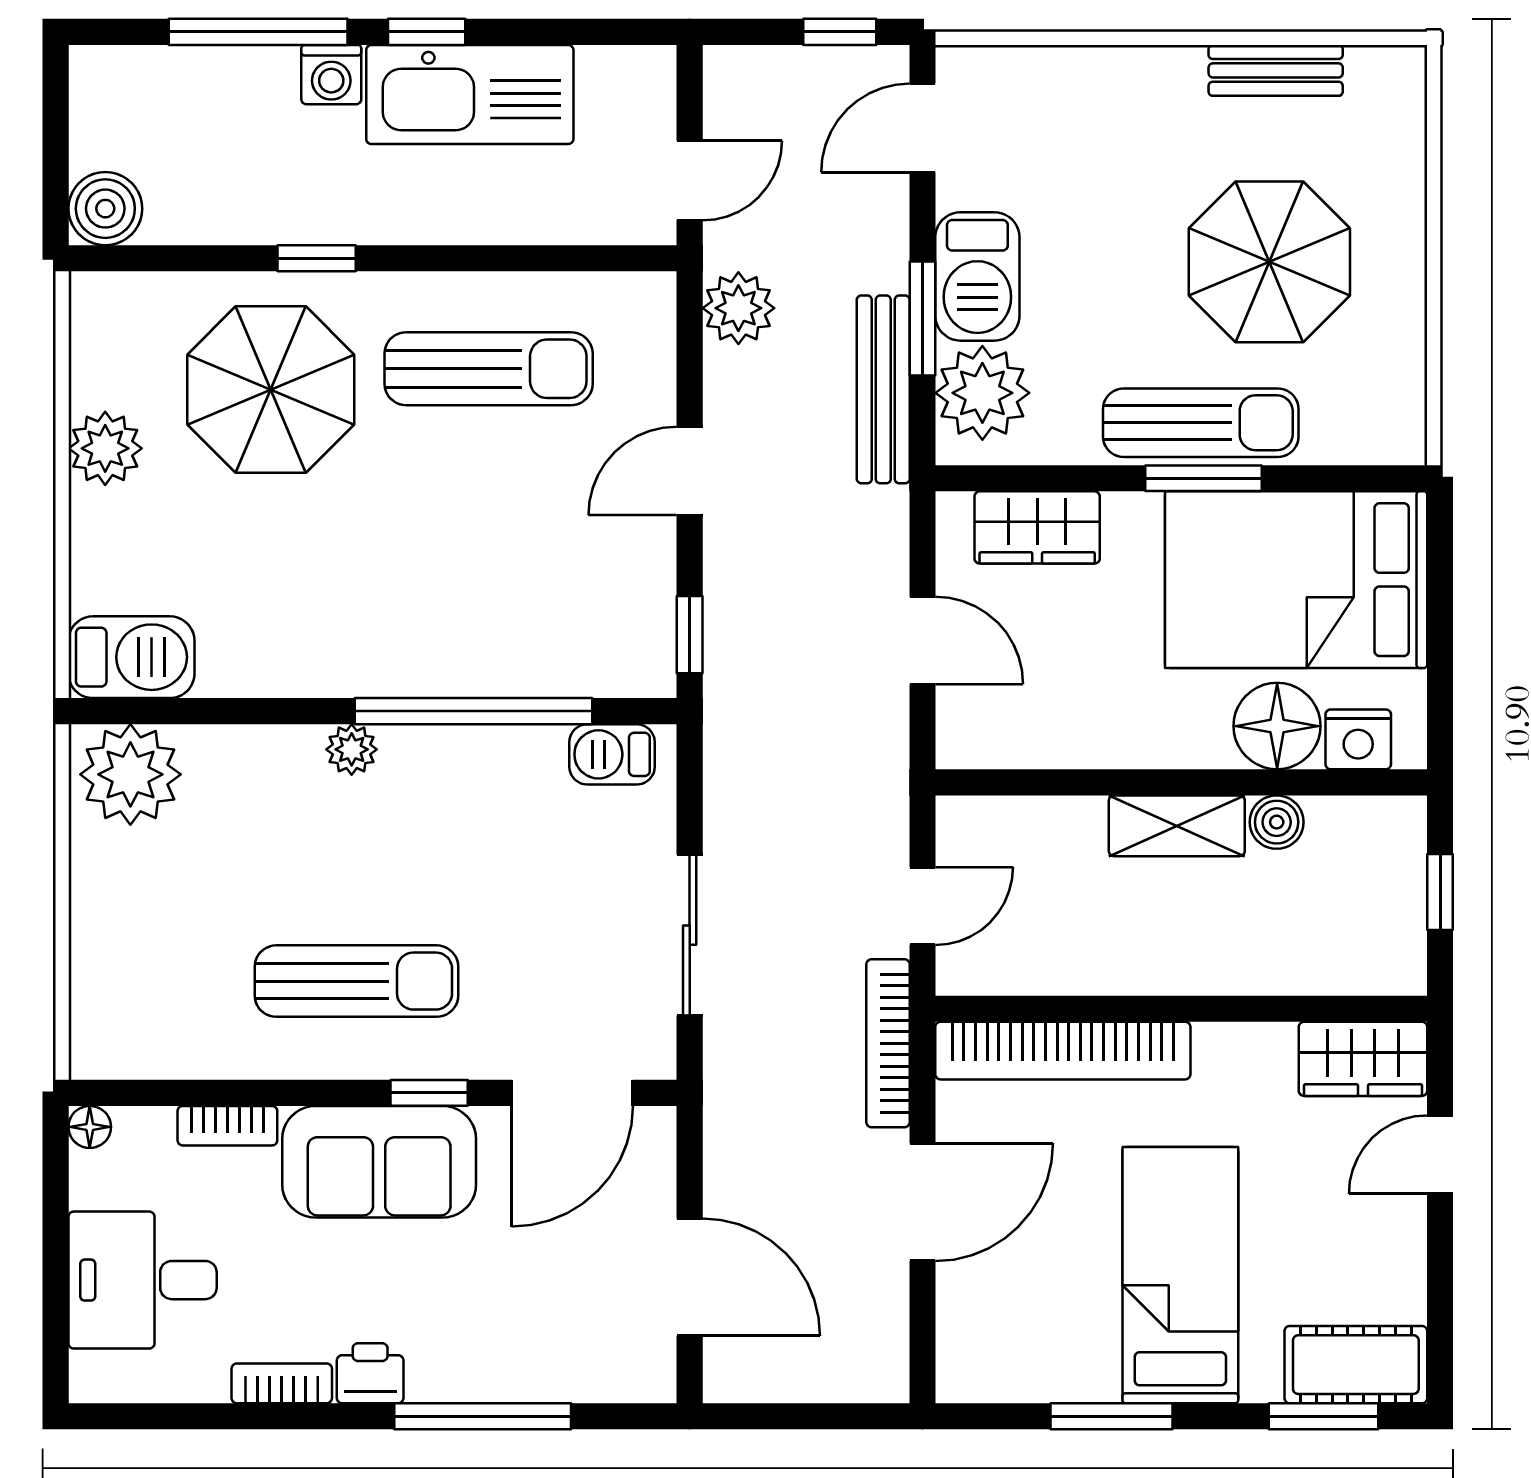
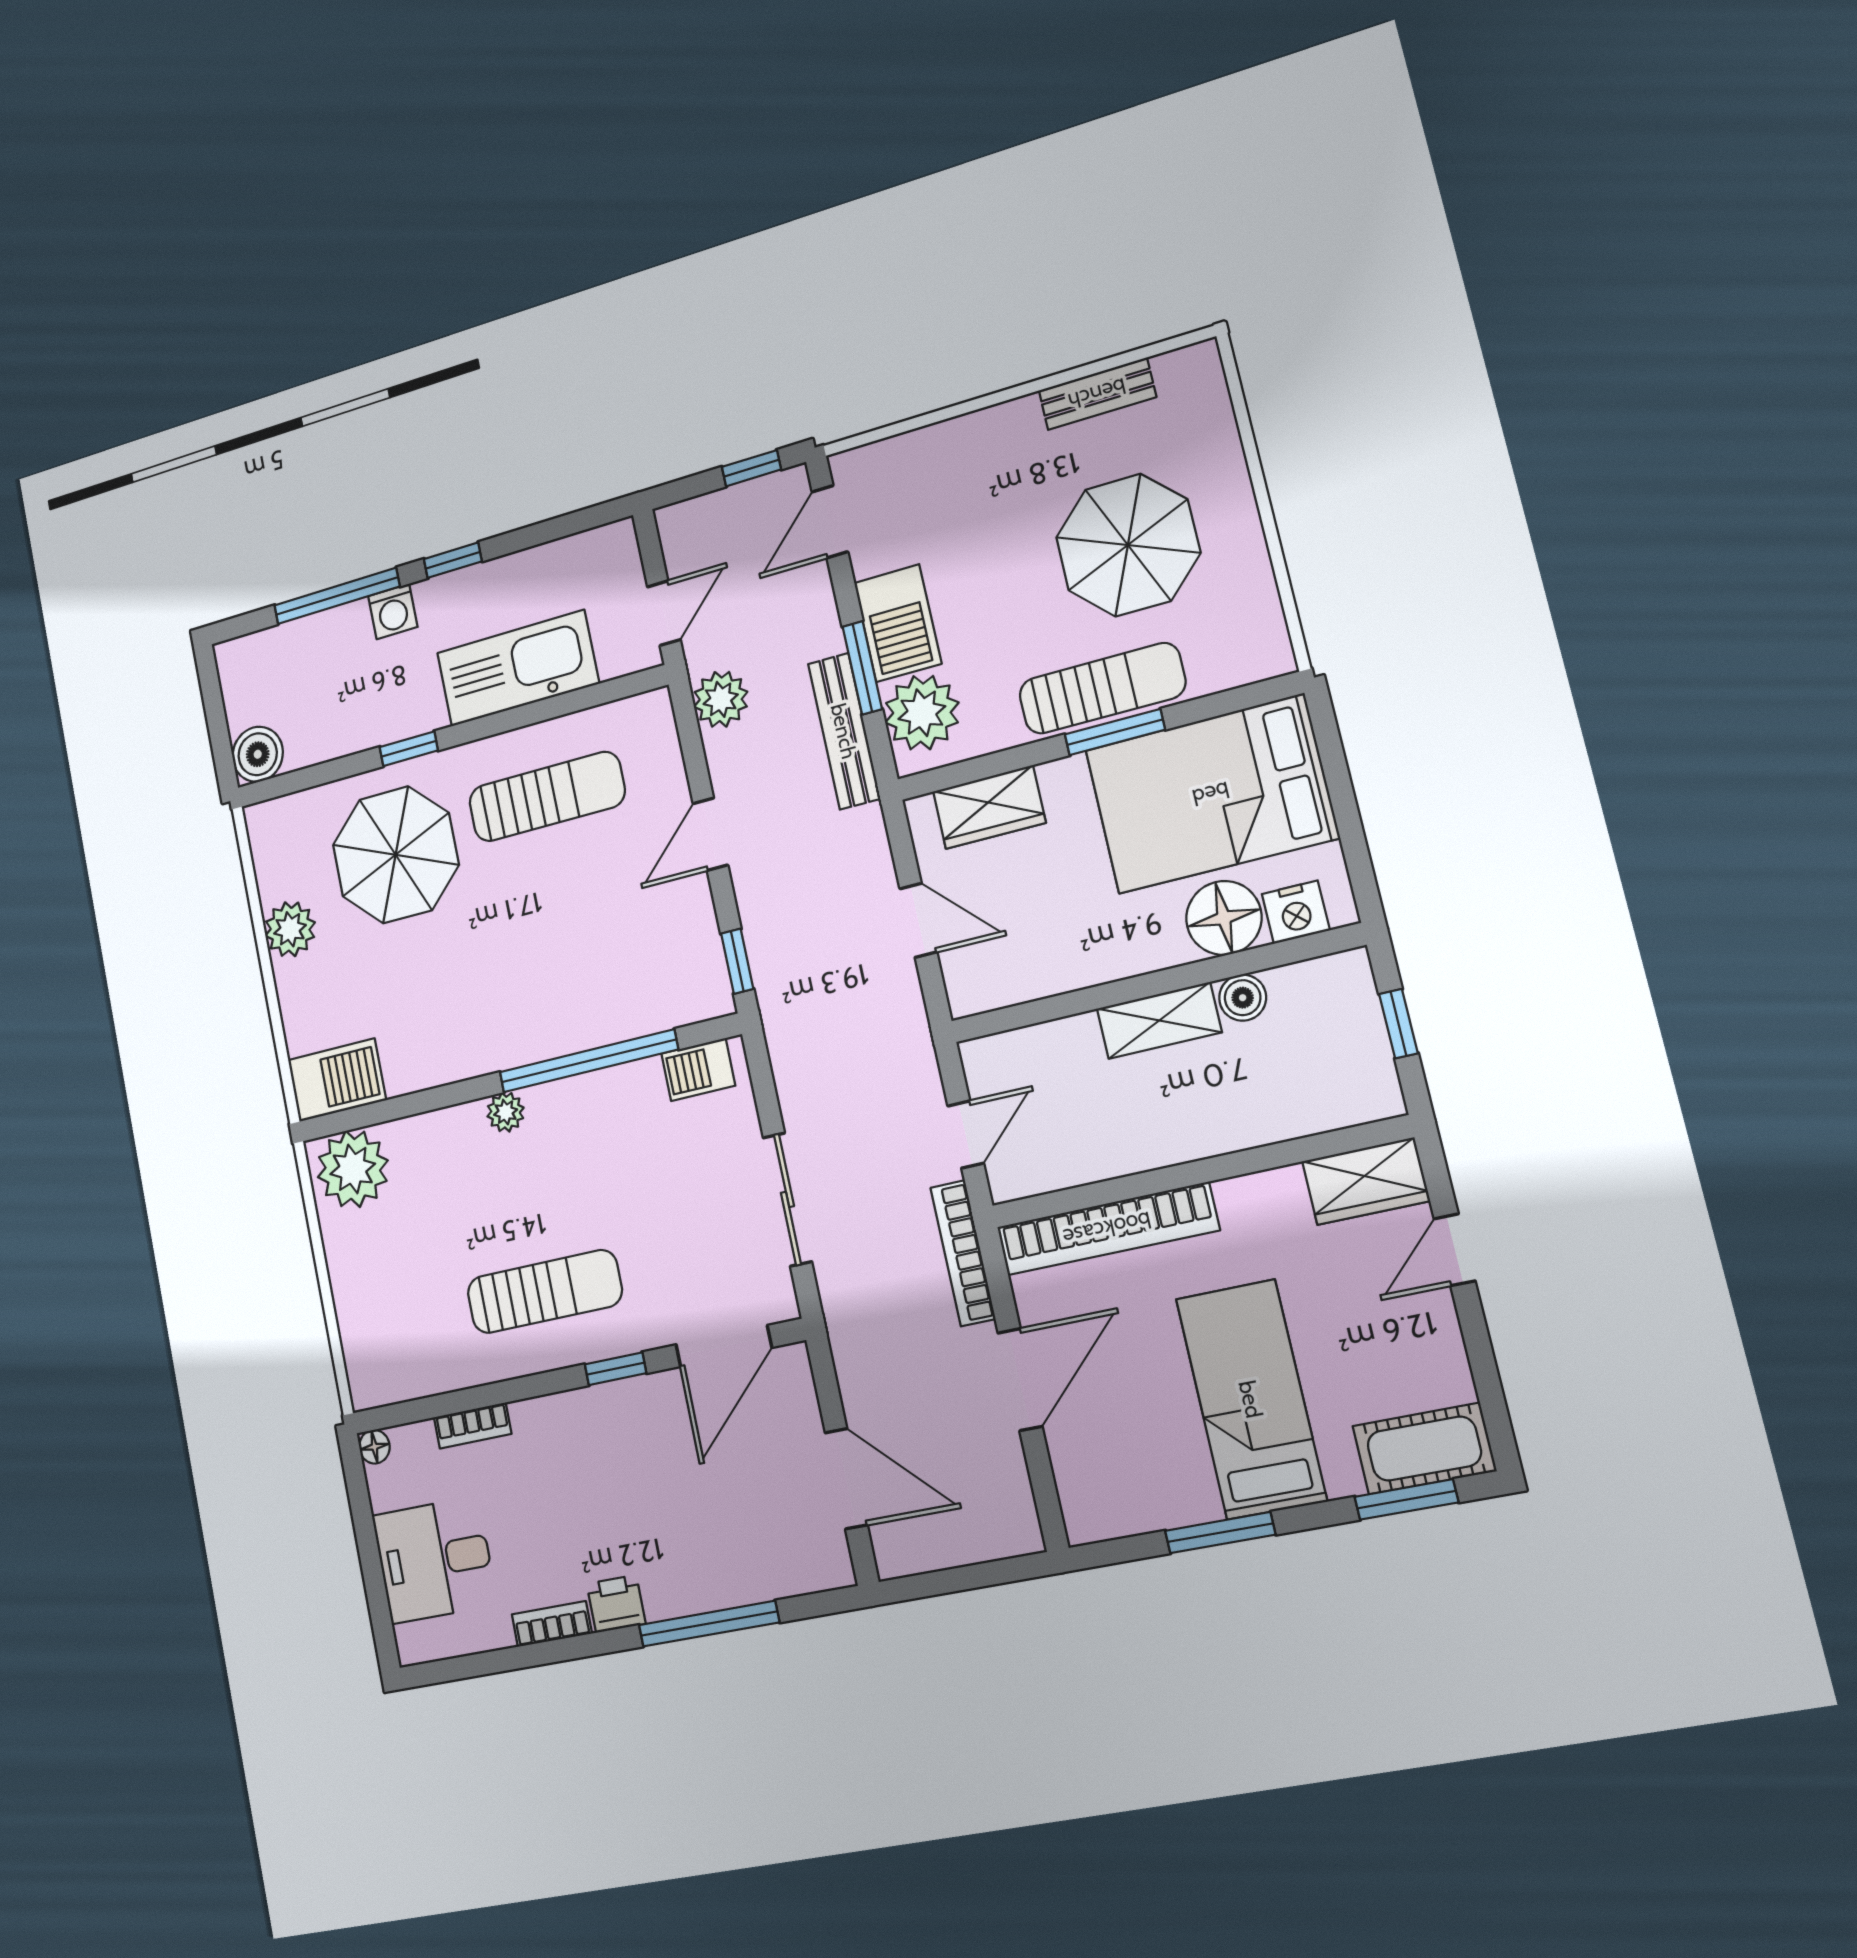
kitchen sink: (470, 95) -> (518, 668), moved, turned 180
sofa: (379, 1162) -> (589, 1431), removed

